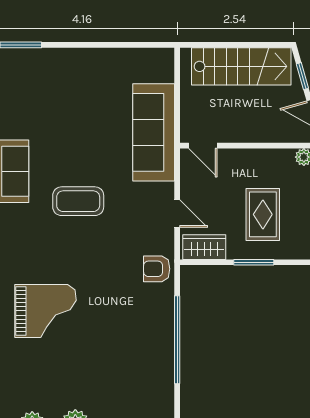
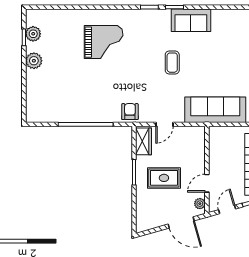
door: (203, 146) -> (207, 183), moved
coffee table: (78, 201) -> (172, 63), width x0.73, depth x0.77
grand piano: (45, 311) -> (104, 42), turned -90

